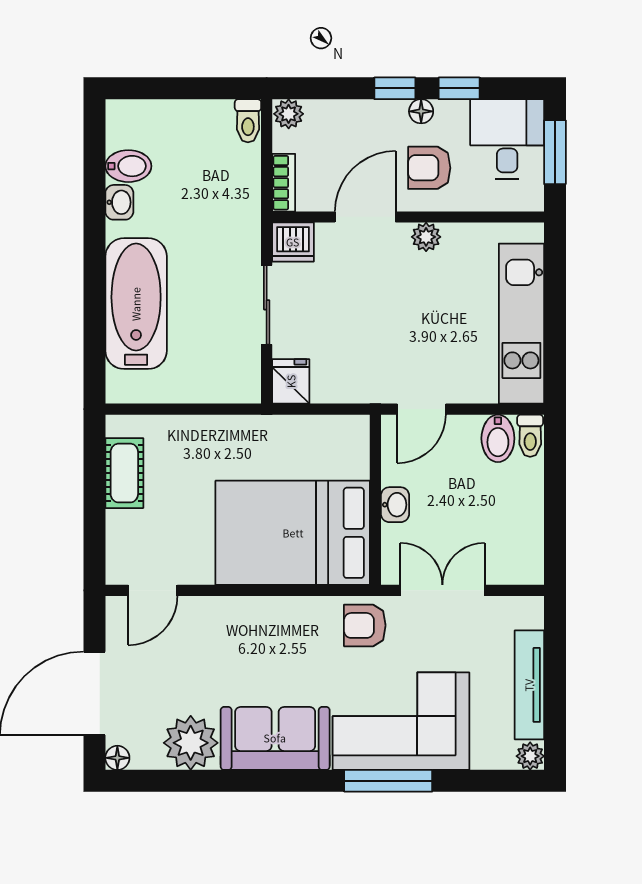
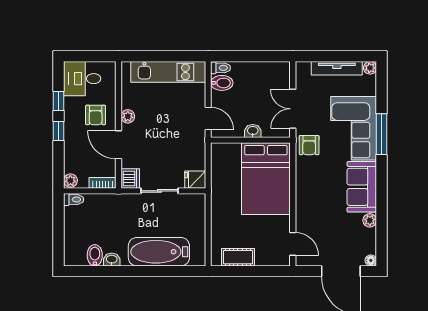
floor lamp: (421, 111) -> (69, 119), removed
window: (555, 152) -> (88, 56), removed
plant: (191, 743) -> (370, 220), width x0.53, depth x0.53

